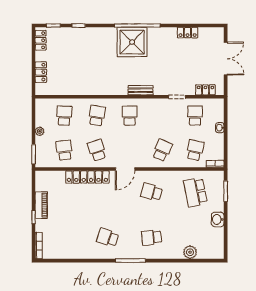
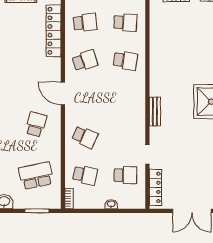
locker: (205, 90) -> (155, 187), width x1.53
school desk: (130, 116) -> (125, 99), removed
locker: (87, 177) -> (54, 31), moved

